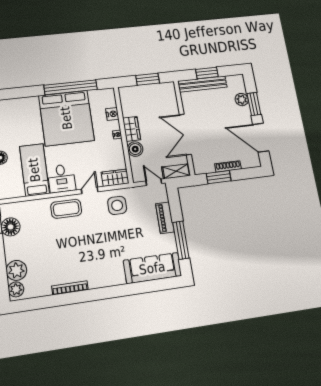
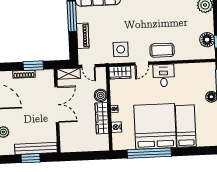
window: (148, 79) -> (83, 156), removed
wardrobe: (132, 129) -> (102, 118), width x1.50
bed: (34, 170) -> (186, 126), moved, turned 180

